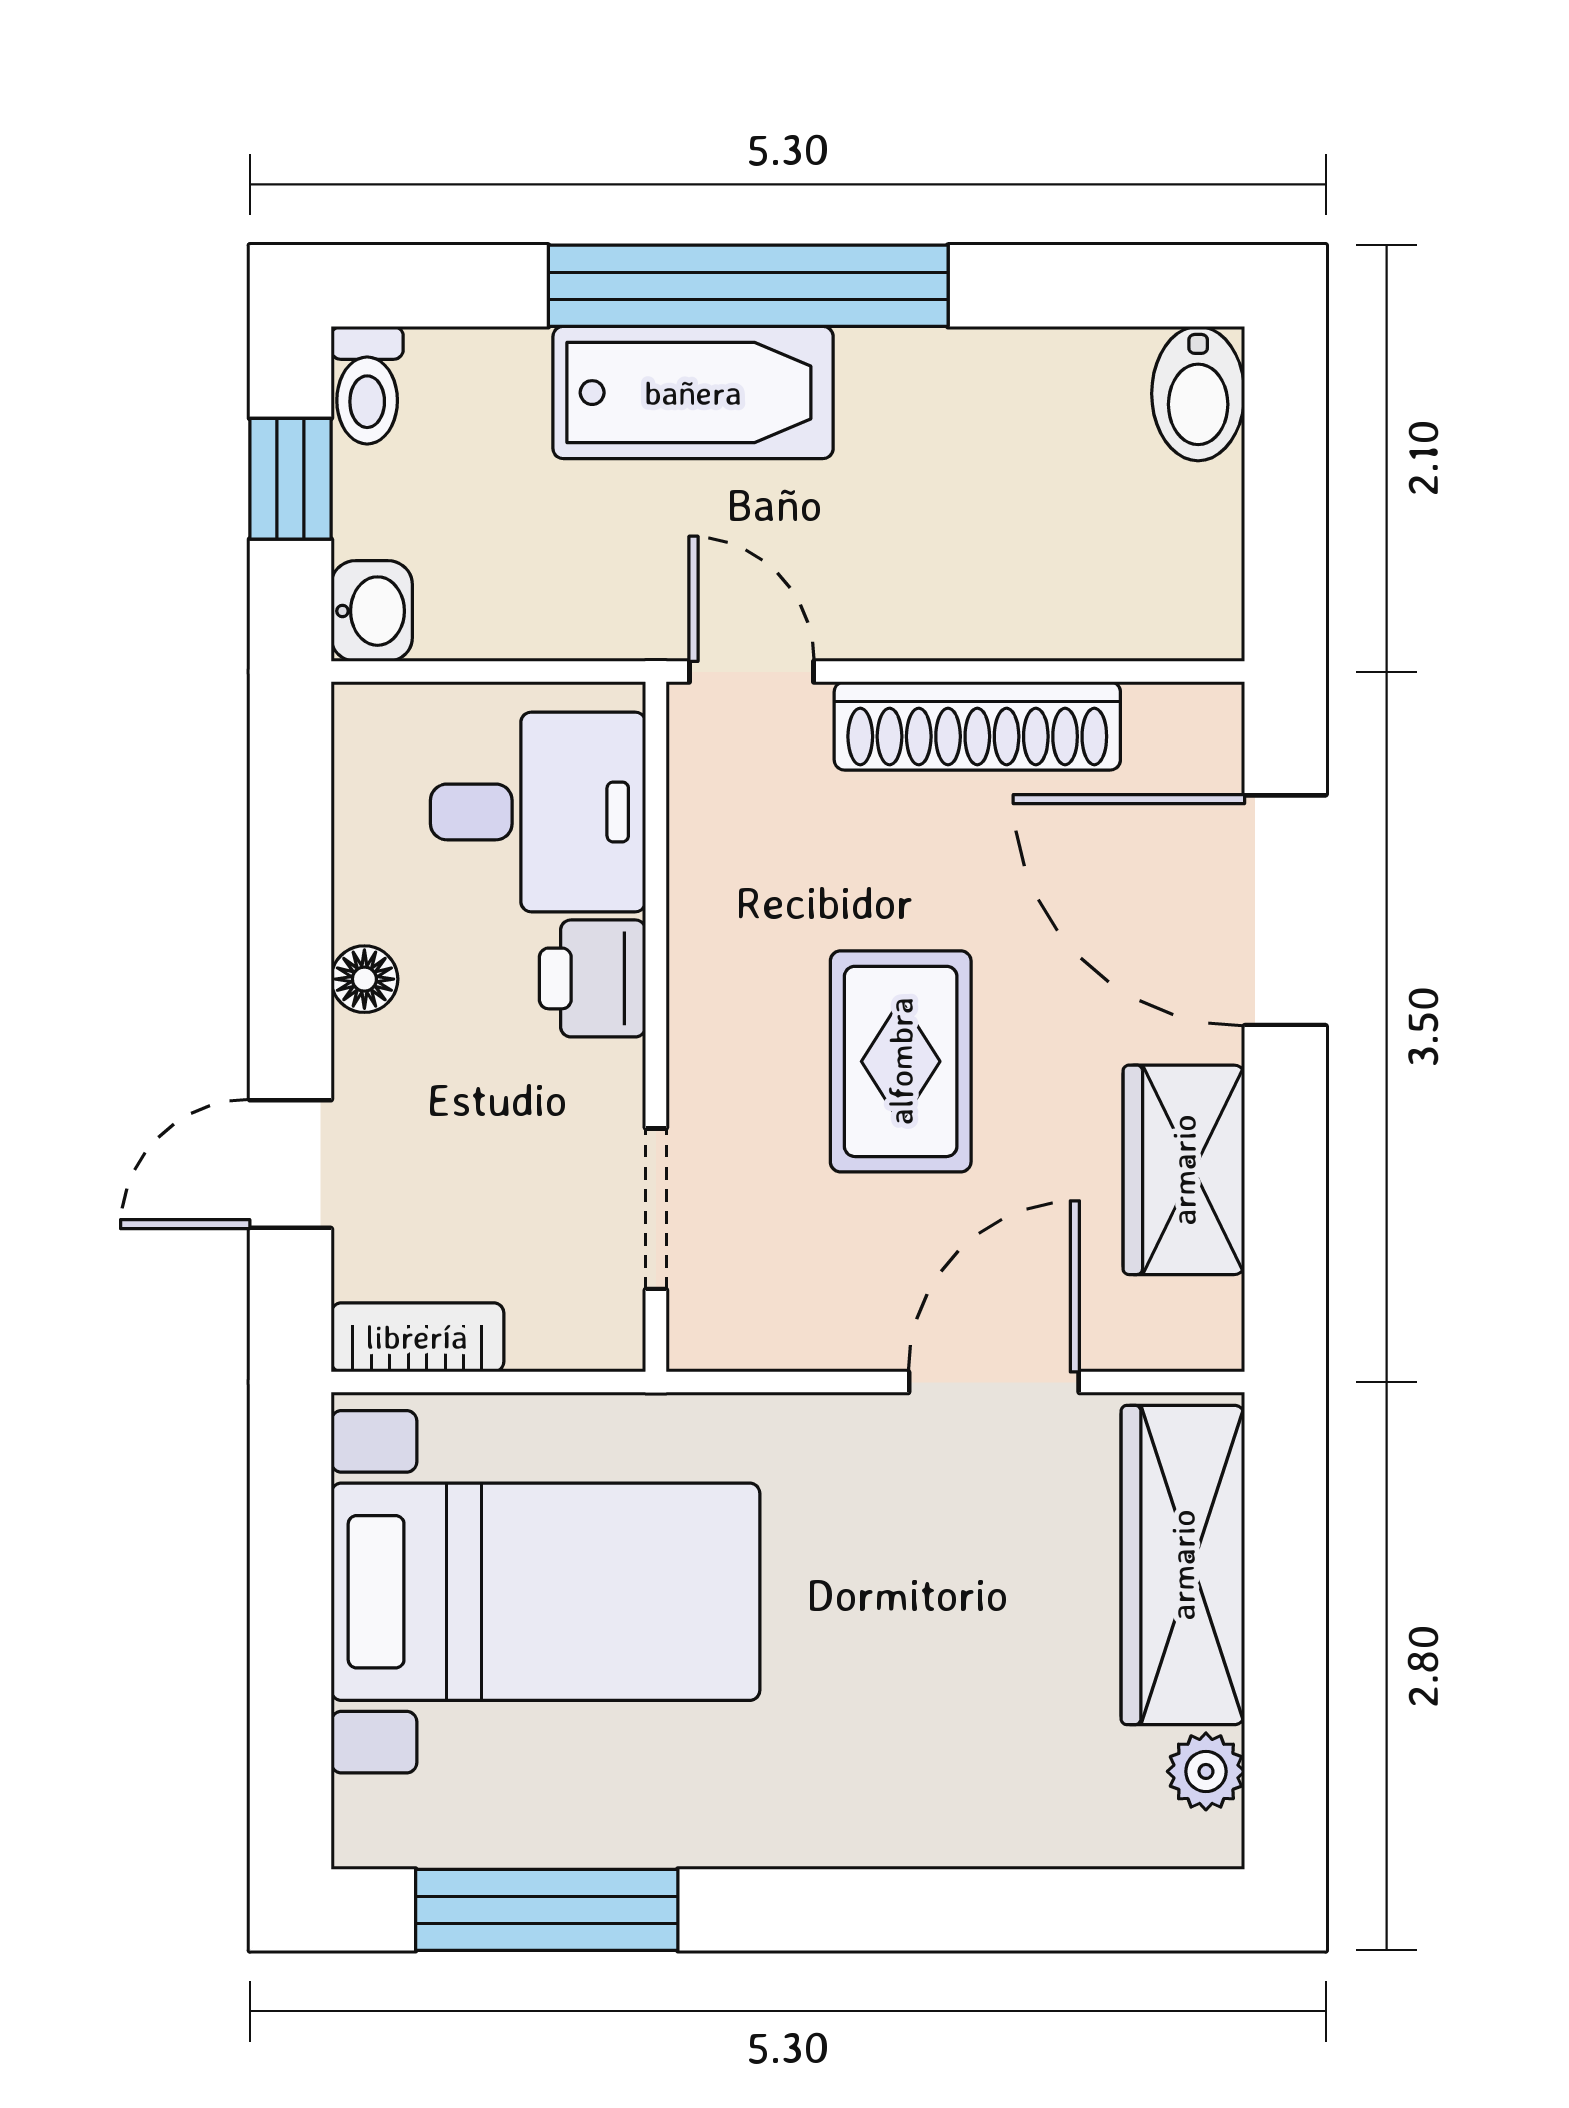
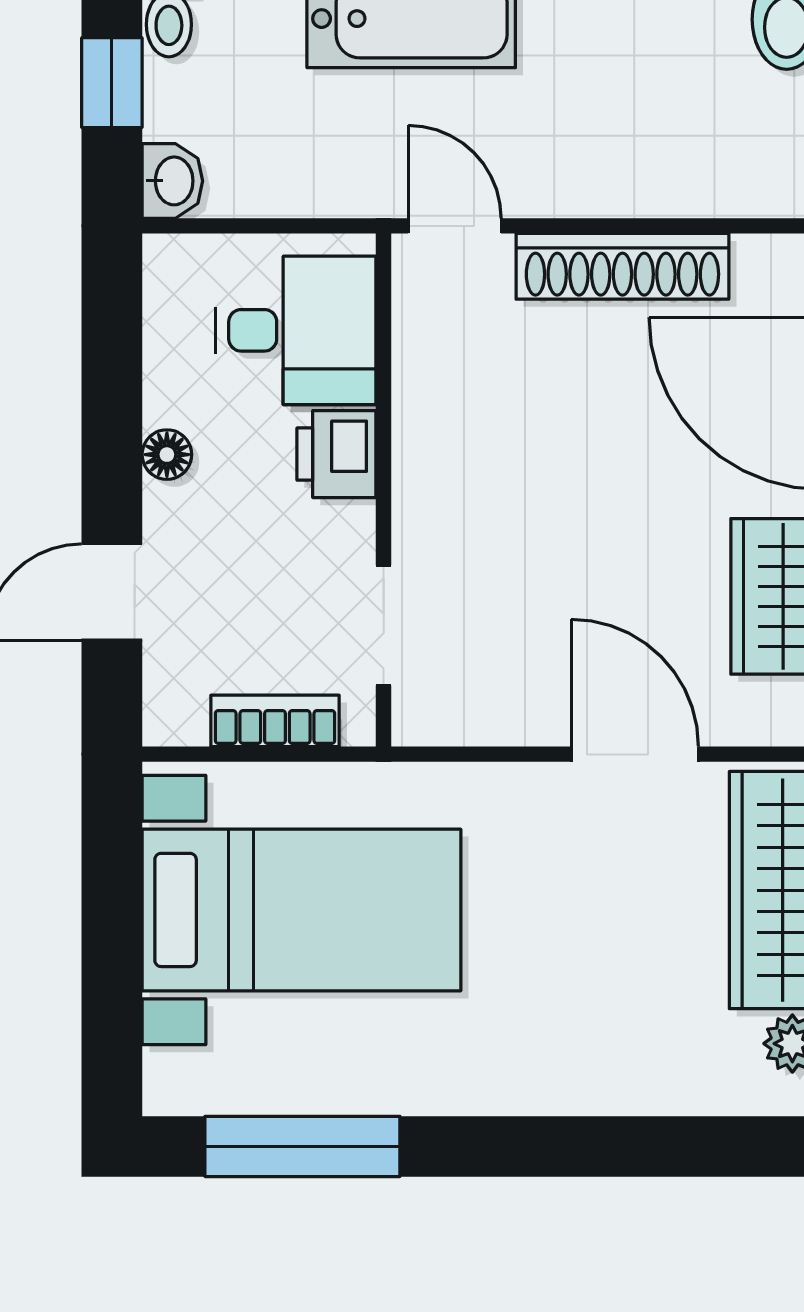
rug: (901, 1061) -> (566, 516), removed
bookcase: (417, 1337) -> (275, 721), moved
door: (994, 1382) -> (635, 754), hinge flipped

